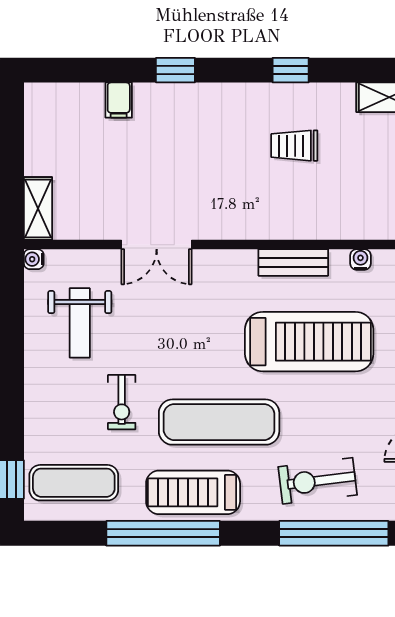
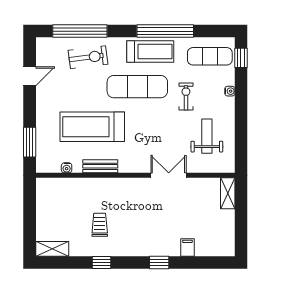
trolley: (294, 146) -> (100, 225), turned -90
water cooler: (34, 259) -> (230, 91), moved

